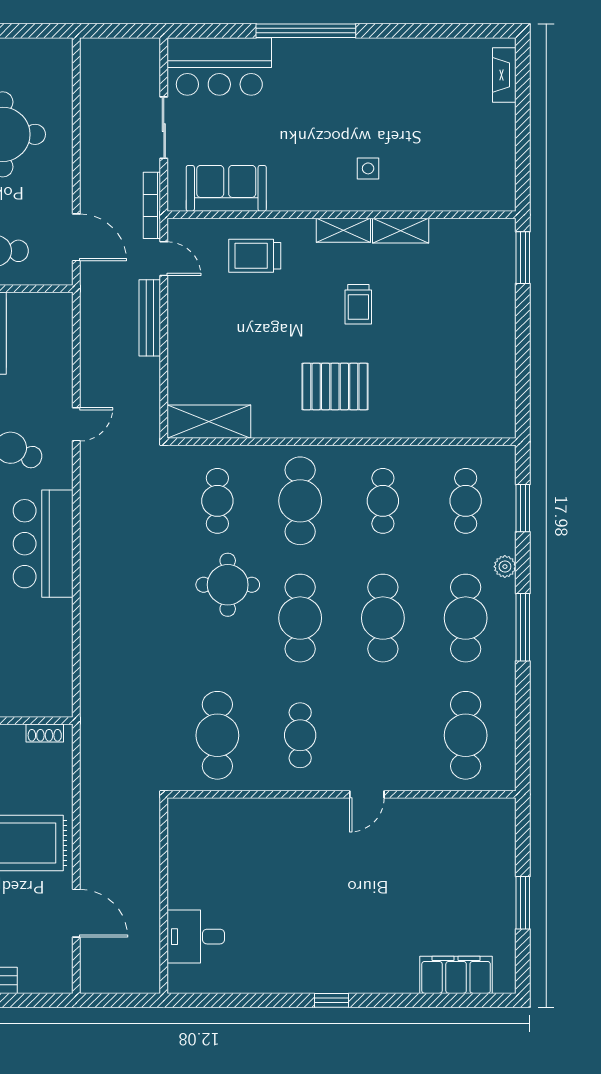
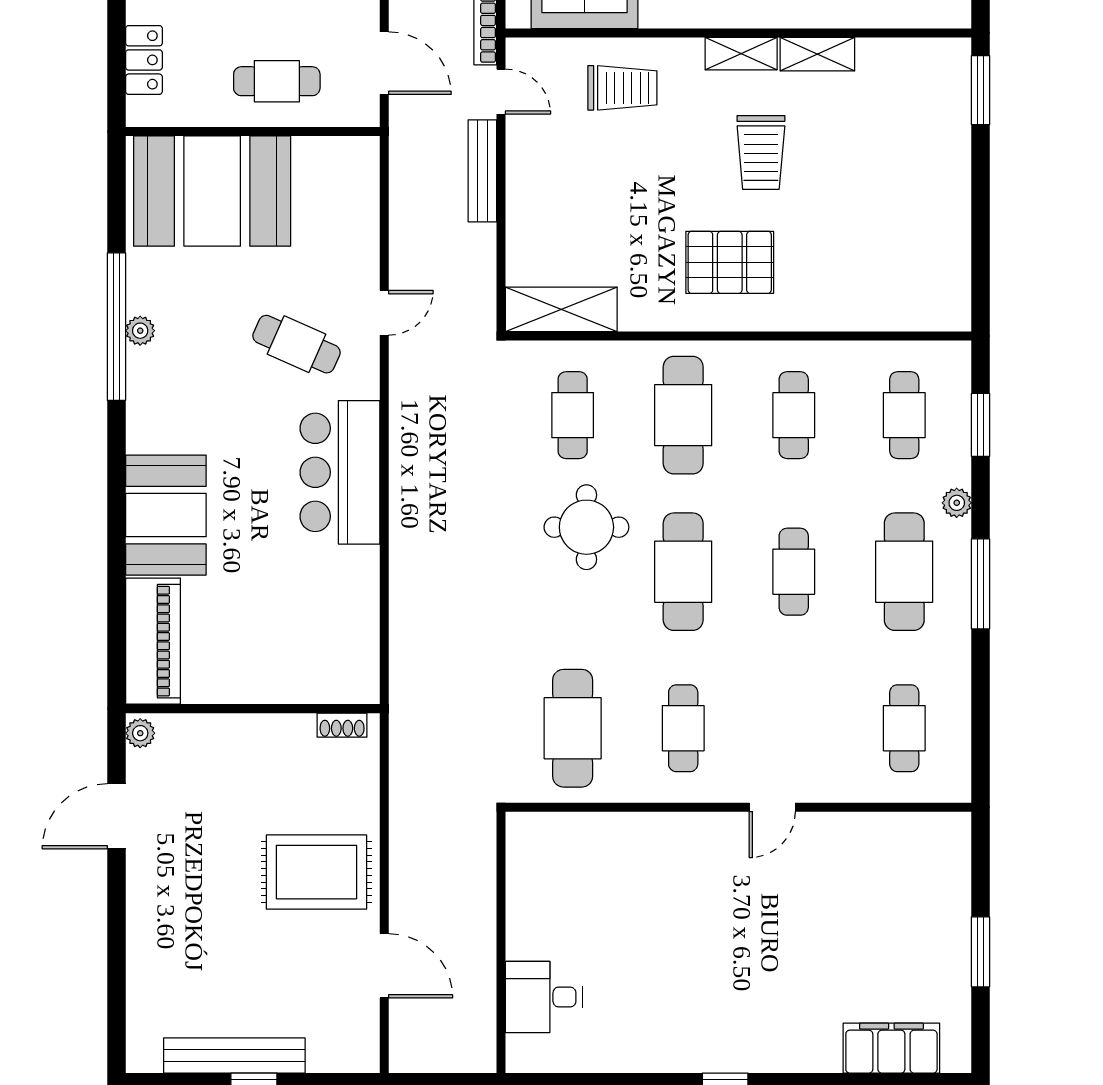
trolley: (255, 256) -> (622, 88), turned 180
trolley: (358, 304) -> (761, 153), width x1.36, depth x1.39
cafe table: (383, 618) -> (794, 572), width x0.73, depth x0.74
cafe table: (466, 735) -> (904, 728), width x0.73, depth x0.74

